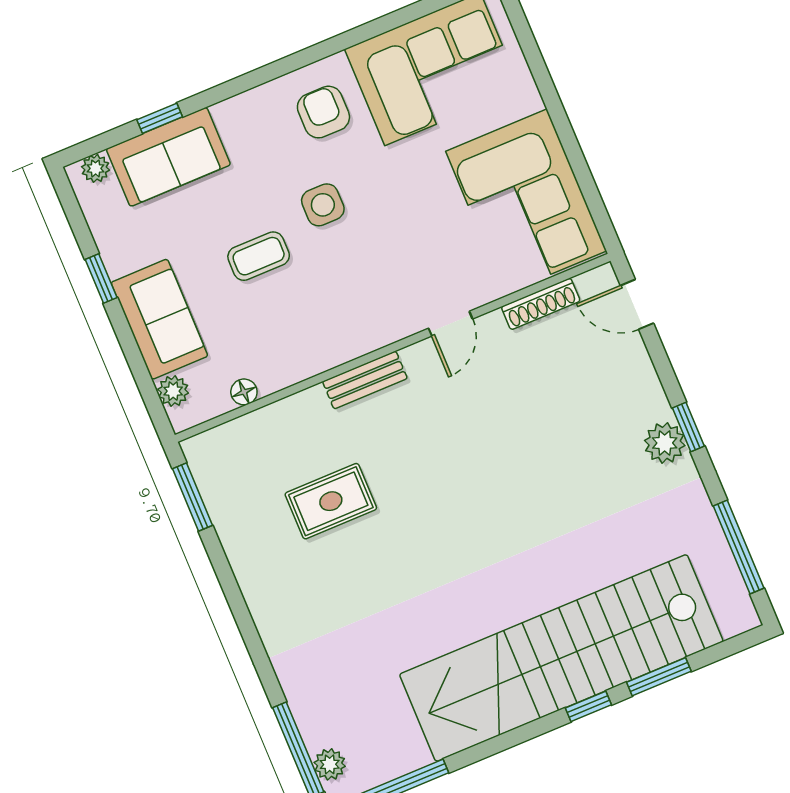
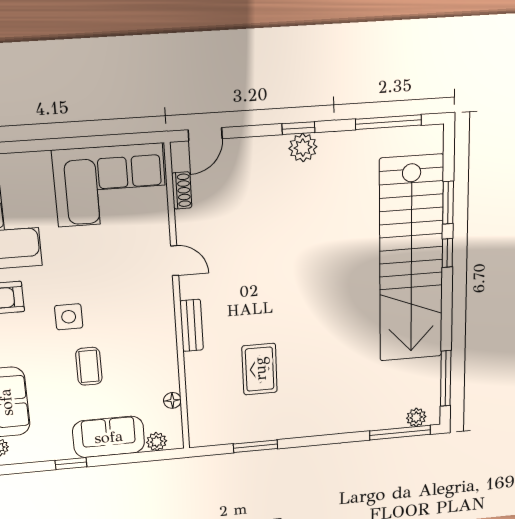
shoe rack: (541, 304) -> (182, 190), width x0.70
window: (193, 497) -> (255, 446), moved

